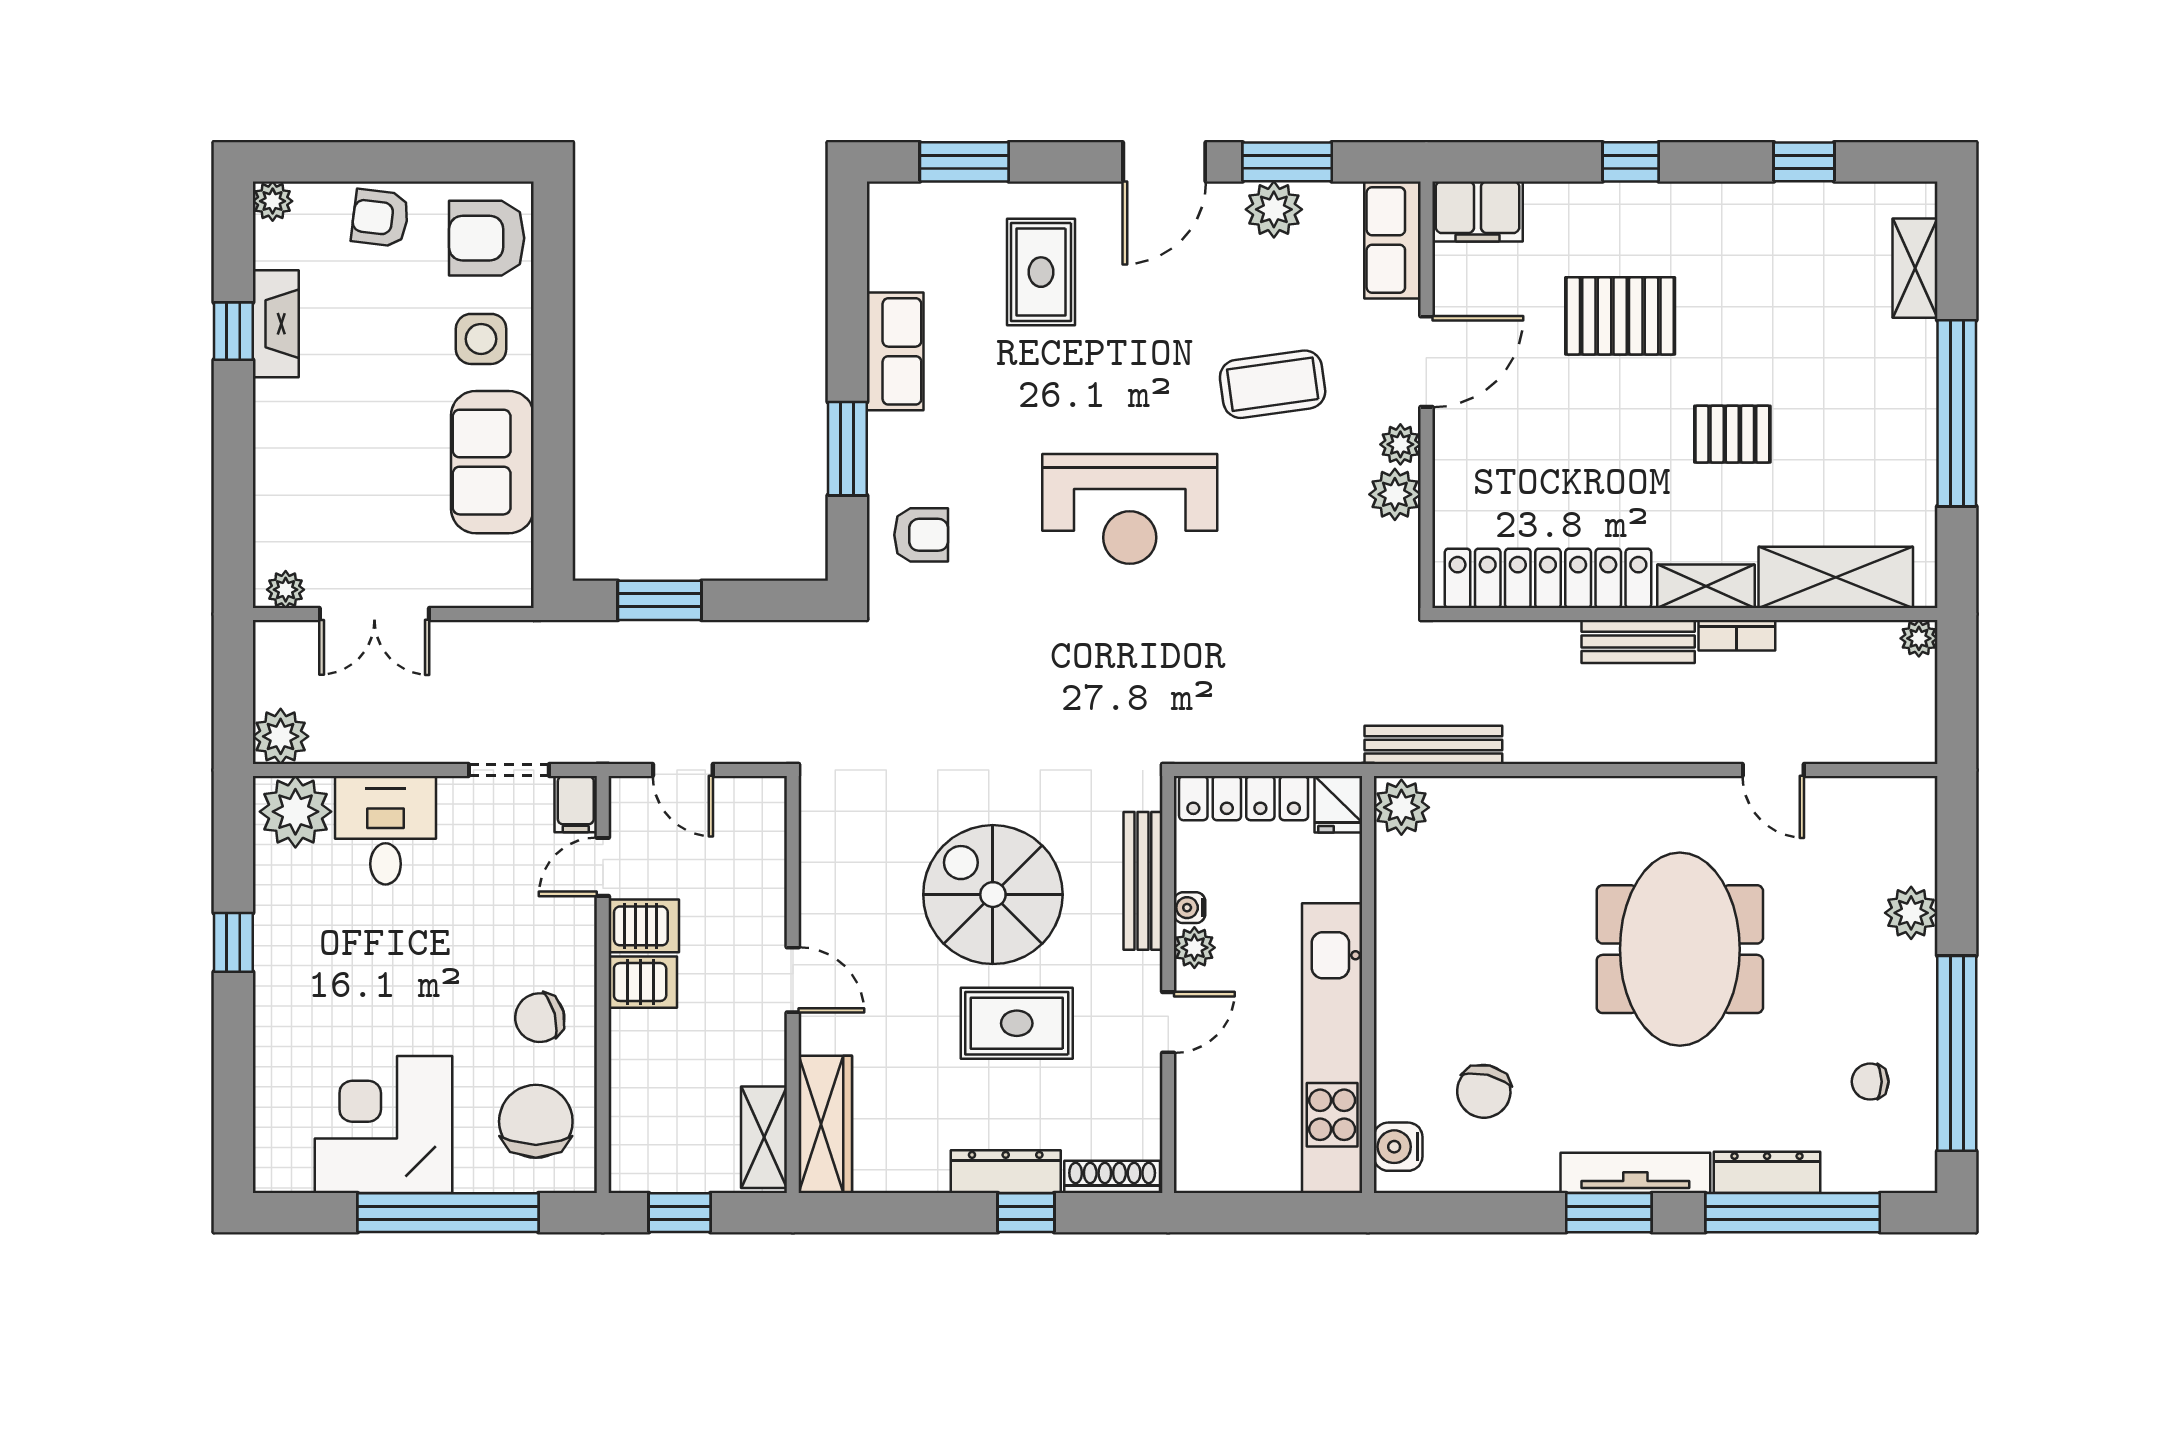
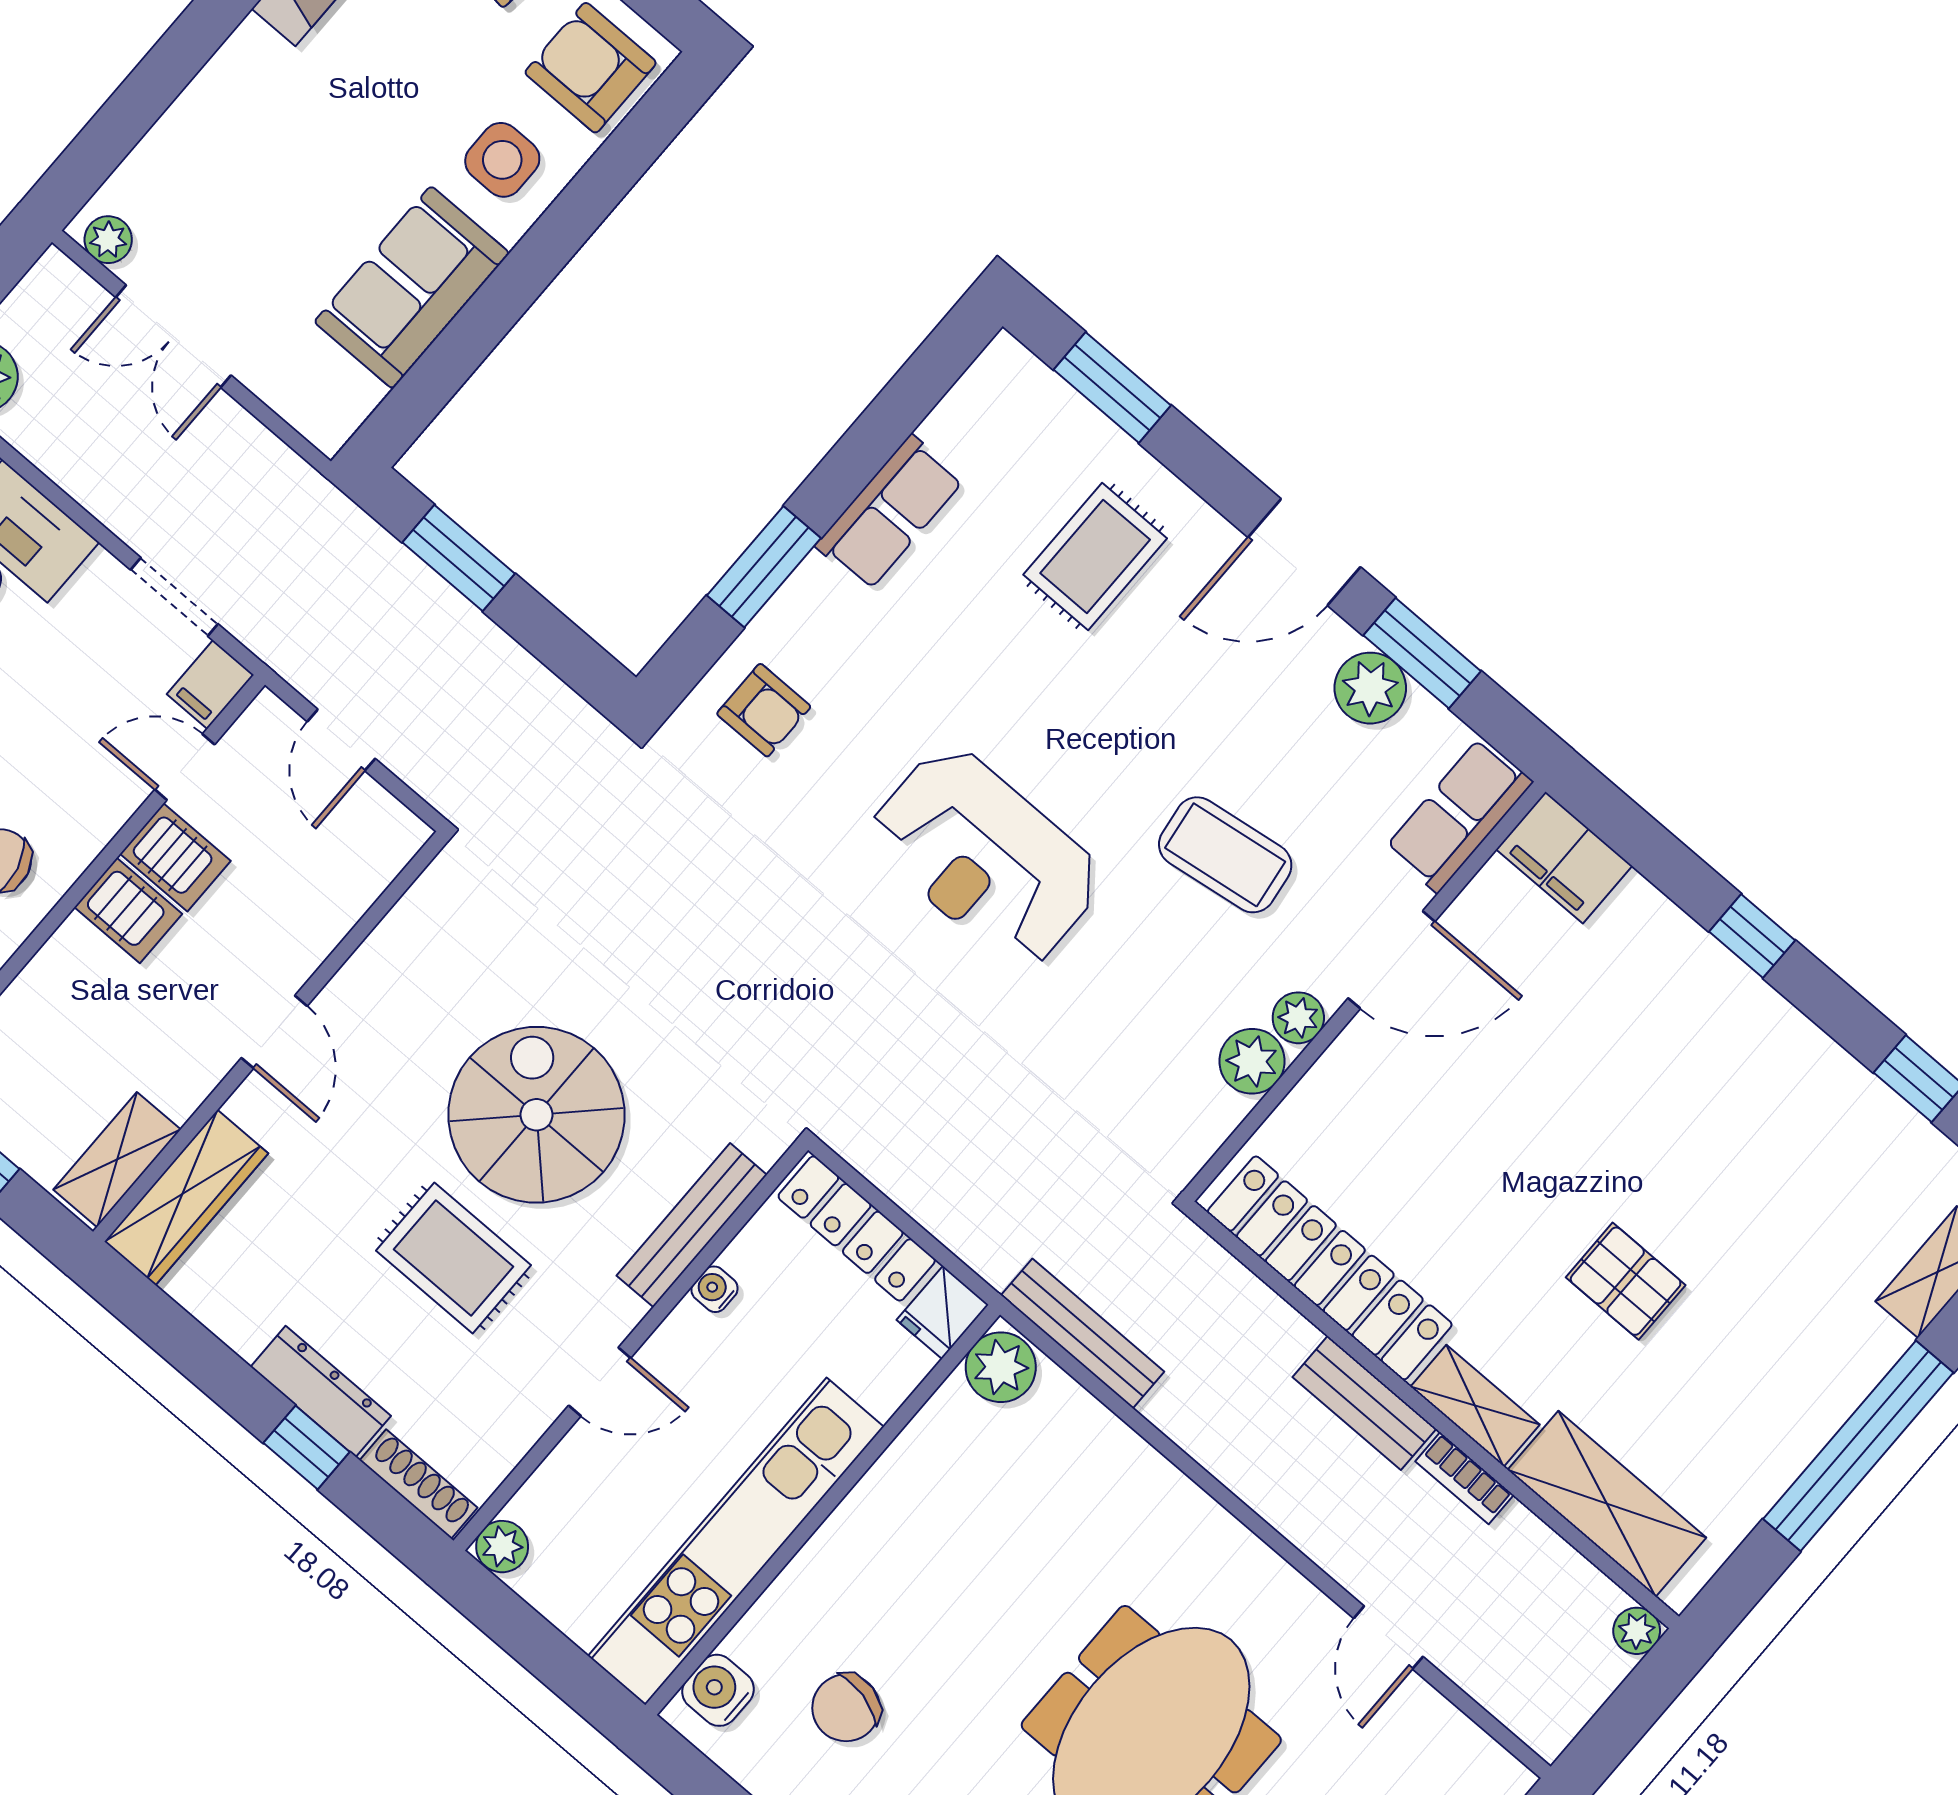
pallet: (1620, 316) -> (1615, 1075), removed
plant: (1194, 948) -> (502, 1547), moved

